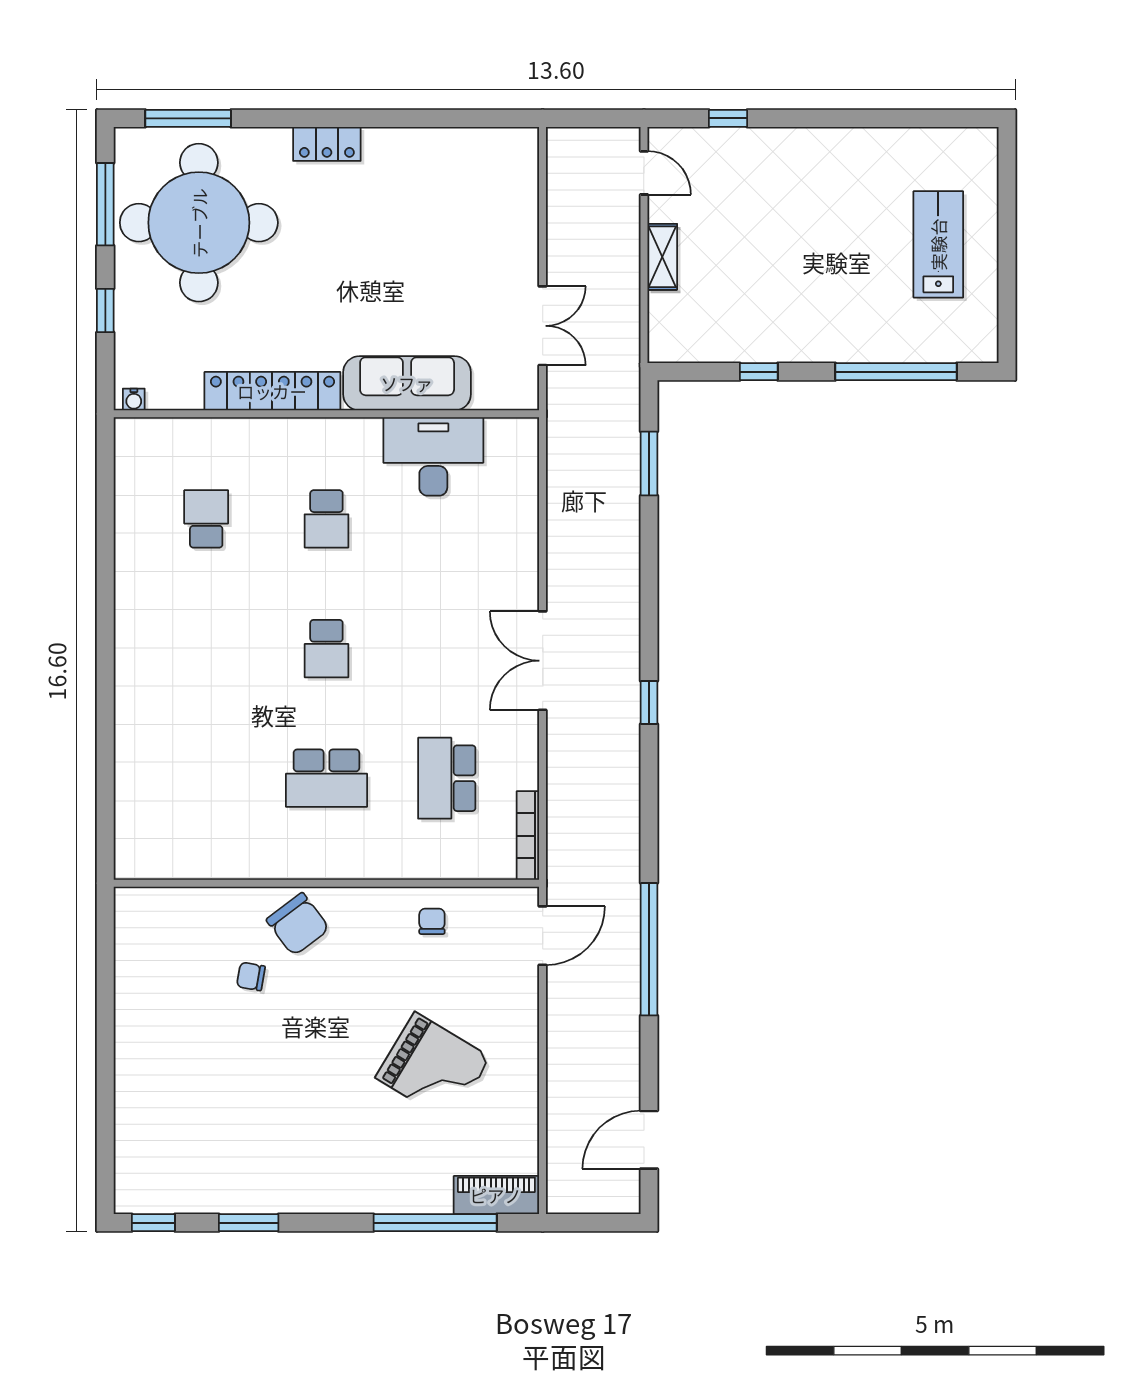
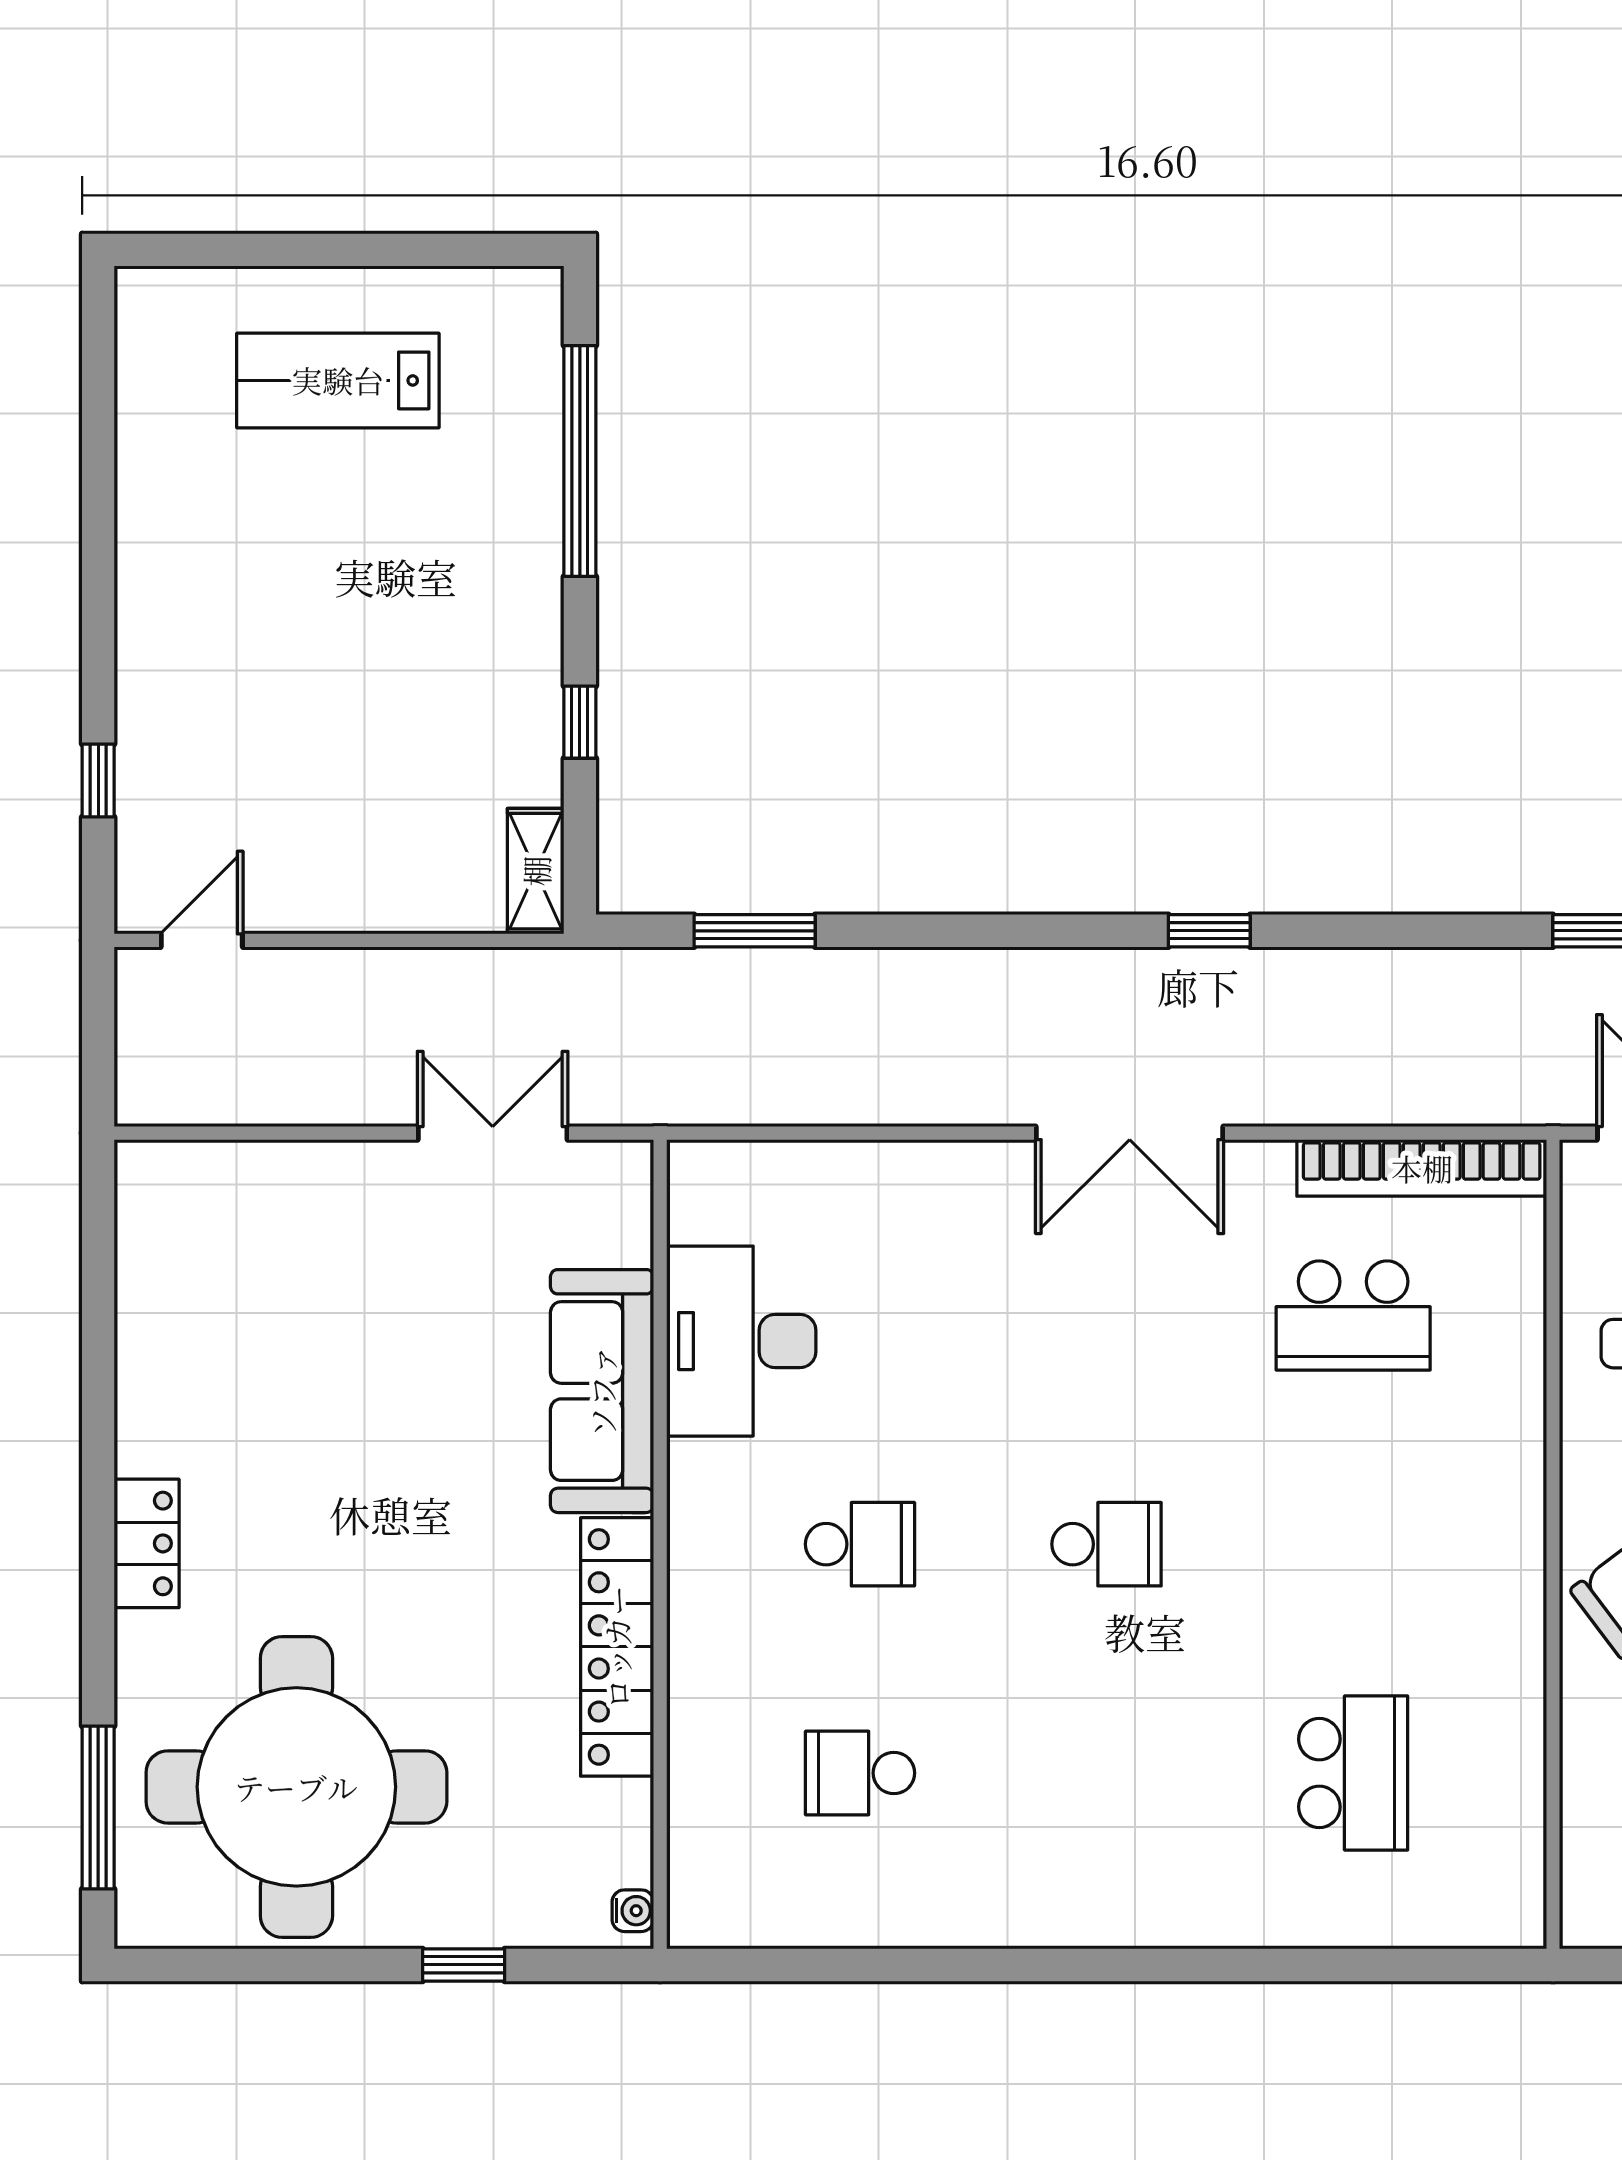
window: (105, 204) -> (261, 1965), removed
shelving: (662, 257) -> (536, 871), moved, turned 90
school desk: (326, 778) -> (1353, 1773), moved
bookcase: (528, 836) -> (1422, 1168), width x1.48, depth x1.31

